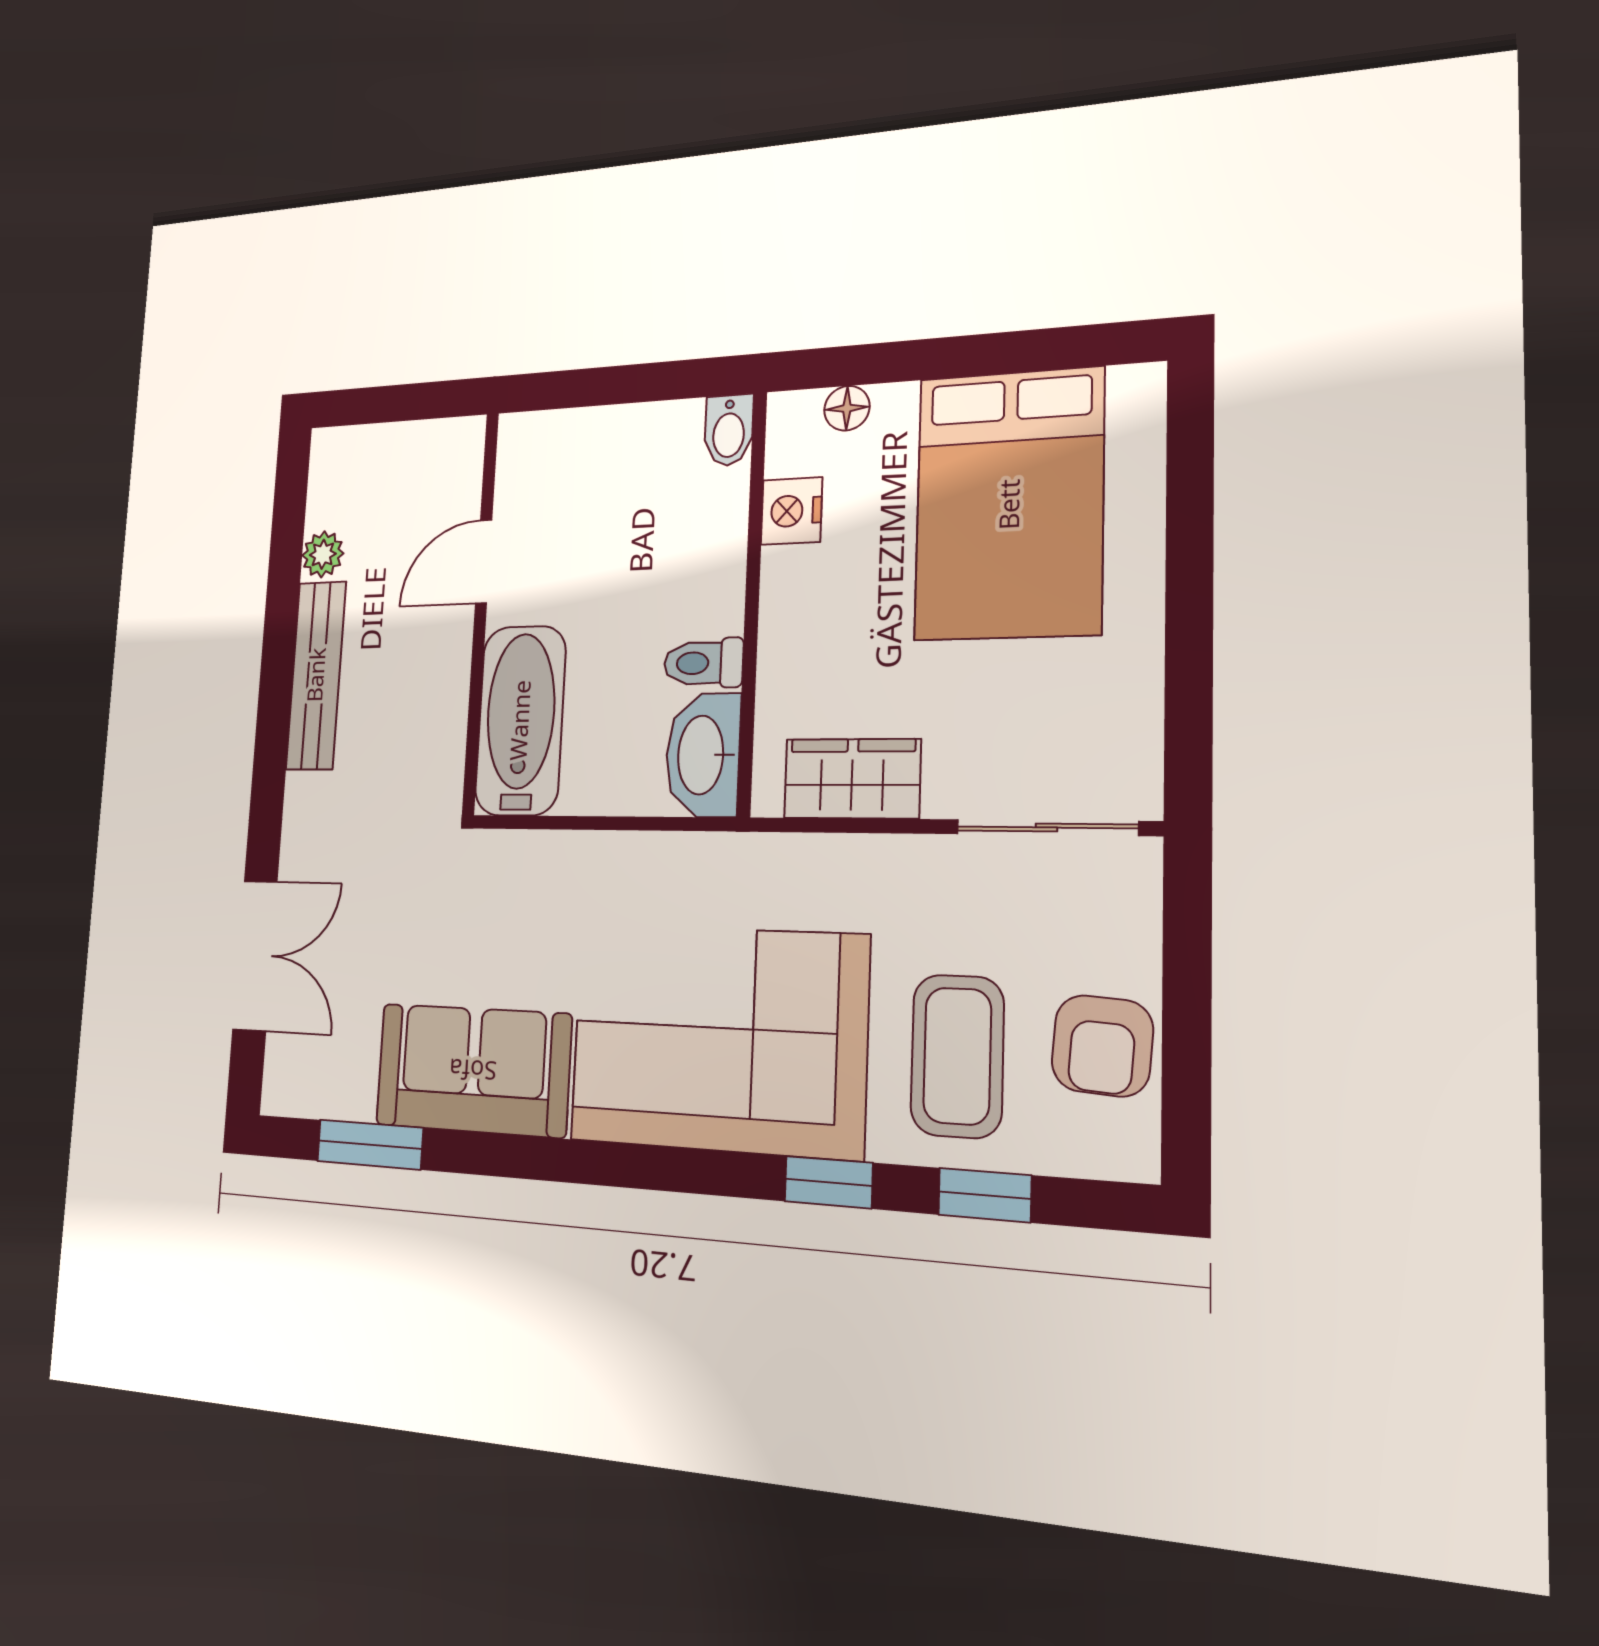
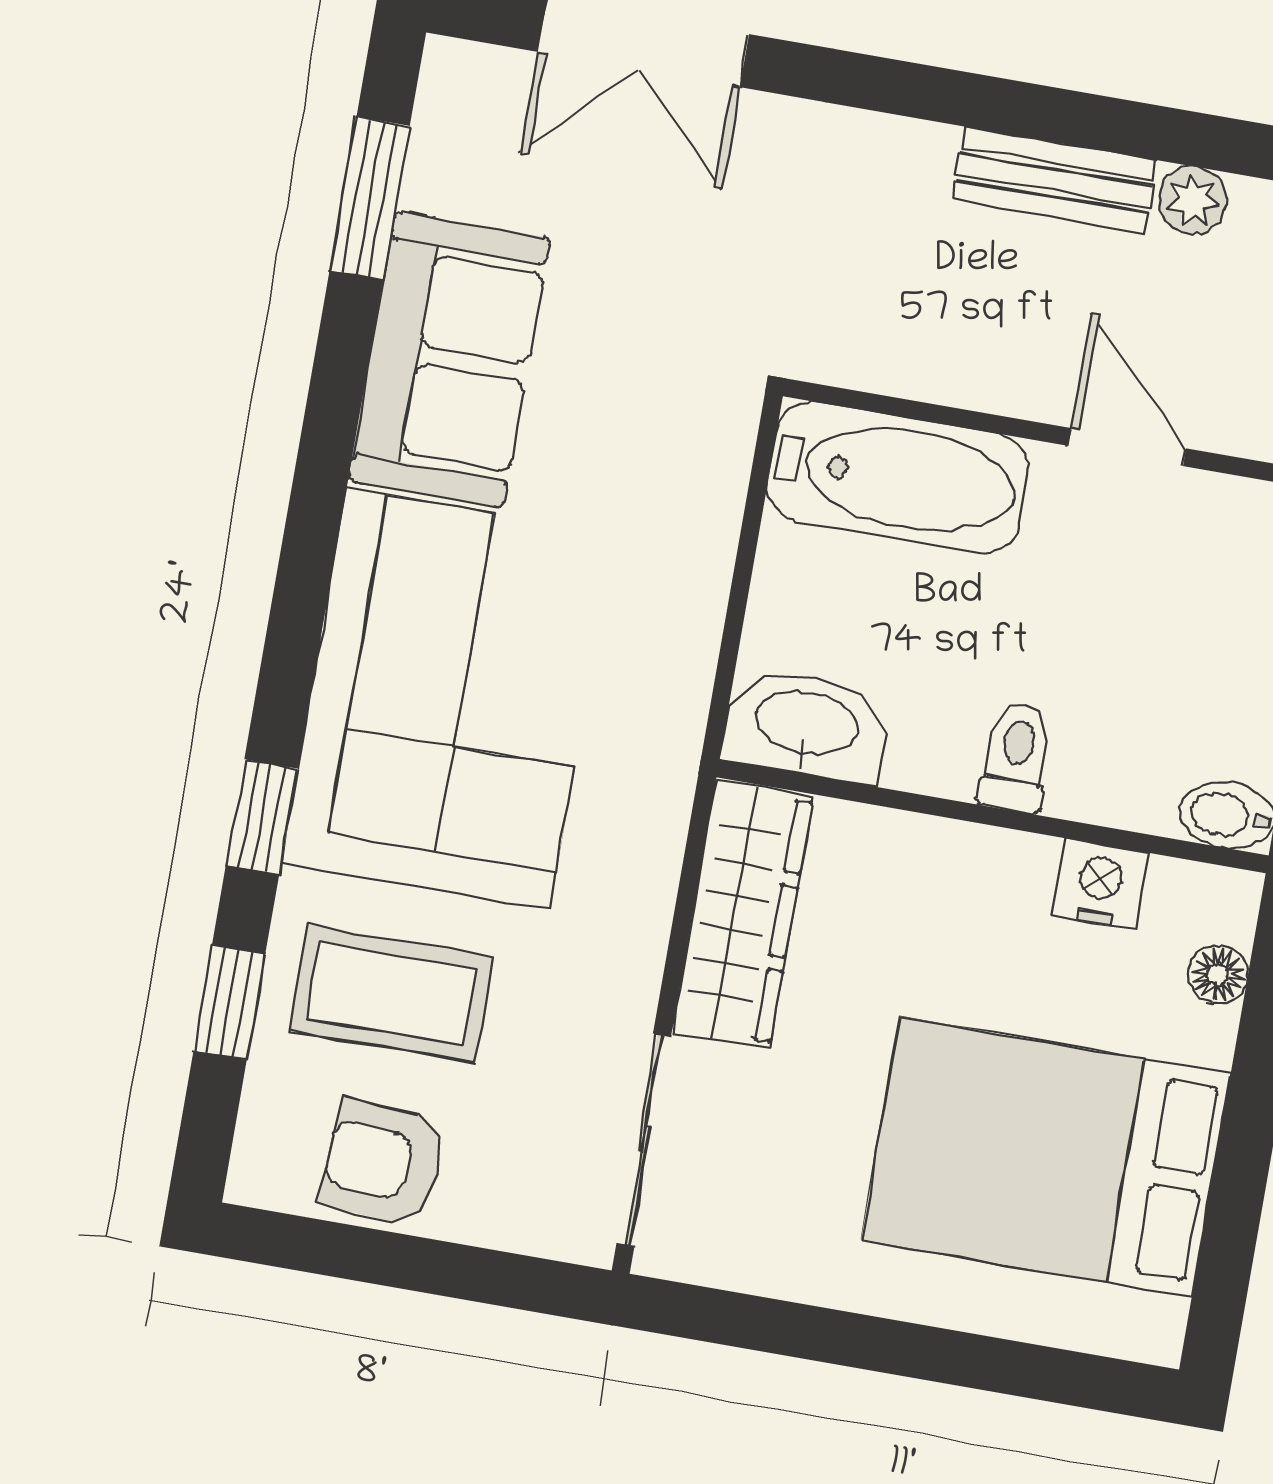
toilet: (703, 663) -> (1016, 757), moved
bench: (316, 675) -> (1055, 180), width x0.73
wardrobe: (852, 779) -> (743, 914), width x1.50

